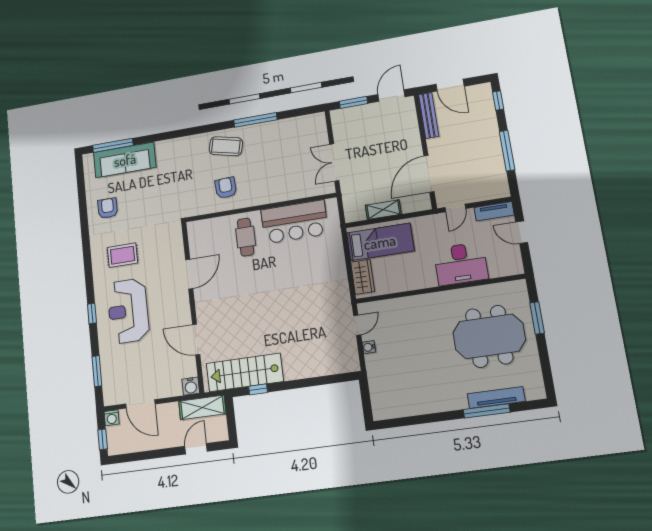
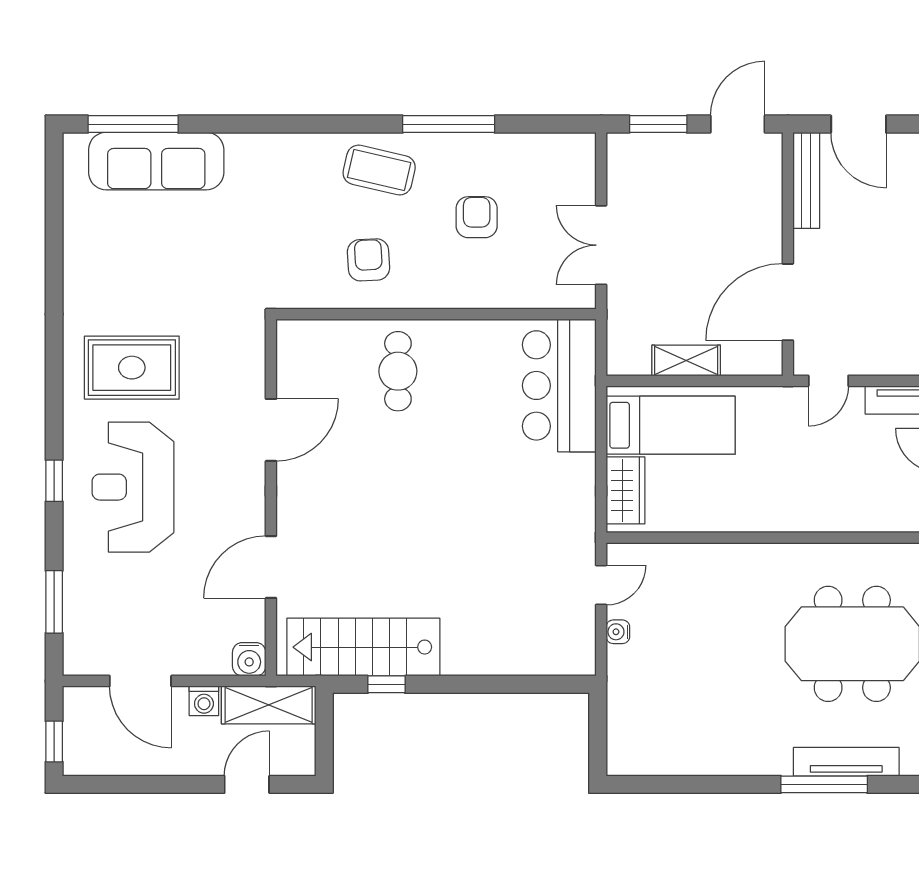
armchair: (108, 208) -> (477, 217), moved
bar counter: (294, 222) -> (559, 385), moved, turned 90
rug: (123, 255) -> (132, 368), width x1.36, depth x1.43
desk: (461, 264) -> (821, 494), removed
door: (196, 340) -> (271, 567), hinge flipped
washing machine: (112, 418) -> (204, 701), moved

